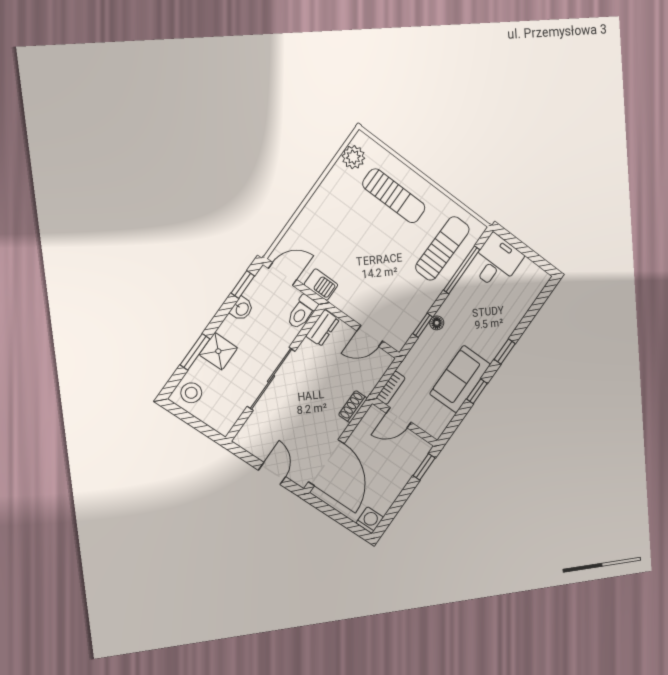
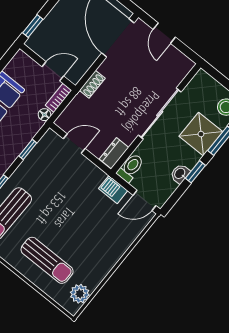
sun lounger: (394, 196) -> (47, 260), turned 180
window: (243, 284) -> (195, 172), moved
floor lamp: (437, 323) -> (44, 115), moved
shower: (218, 351) -> (201, 134), width x1.36, depth x1.36

